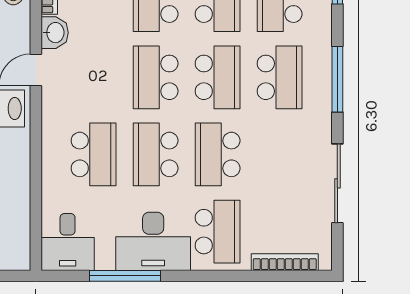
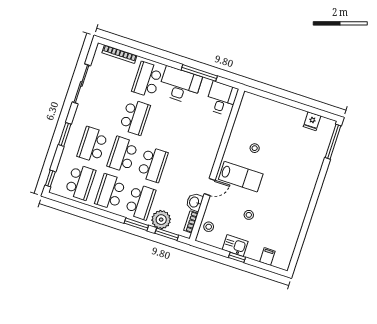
window: (337, 79) -> (65, 134), width x0.69
school desk: (94, 154) -> (195, 137), removed
school desk: (156, 154) -> (165, 127), removed

